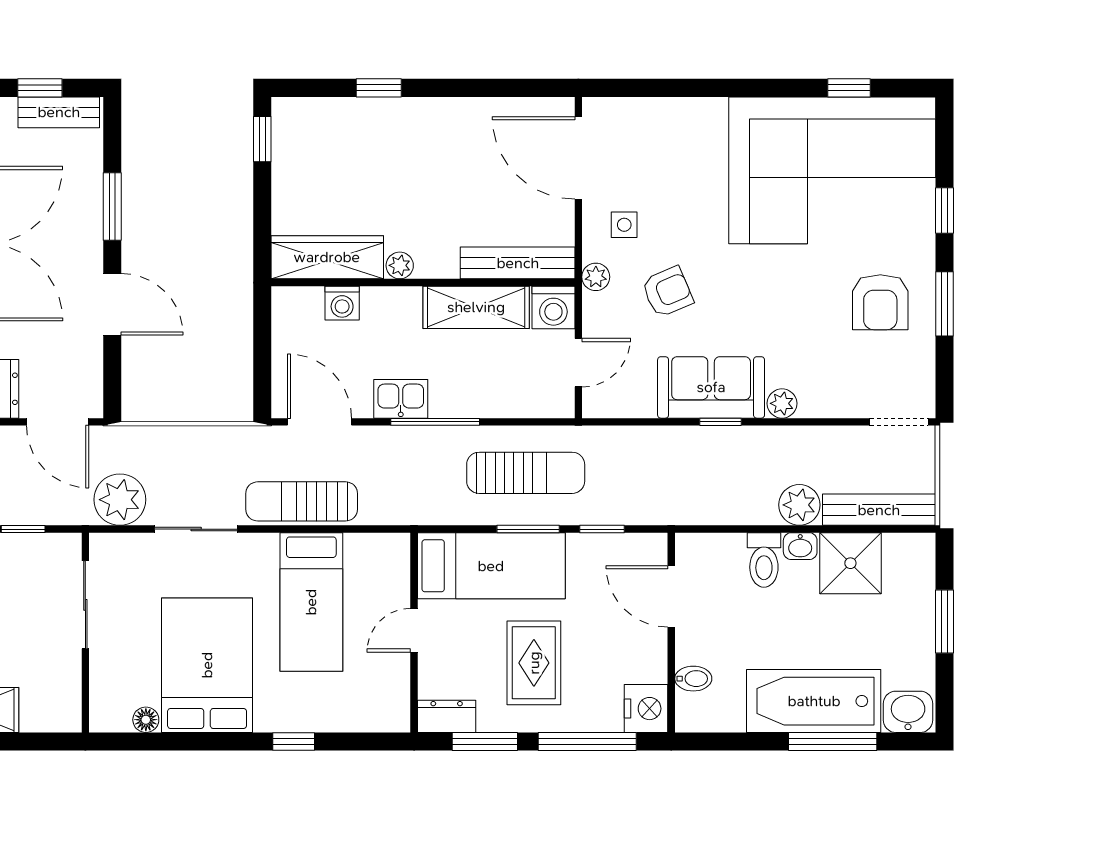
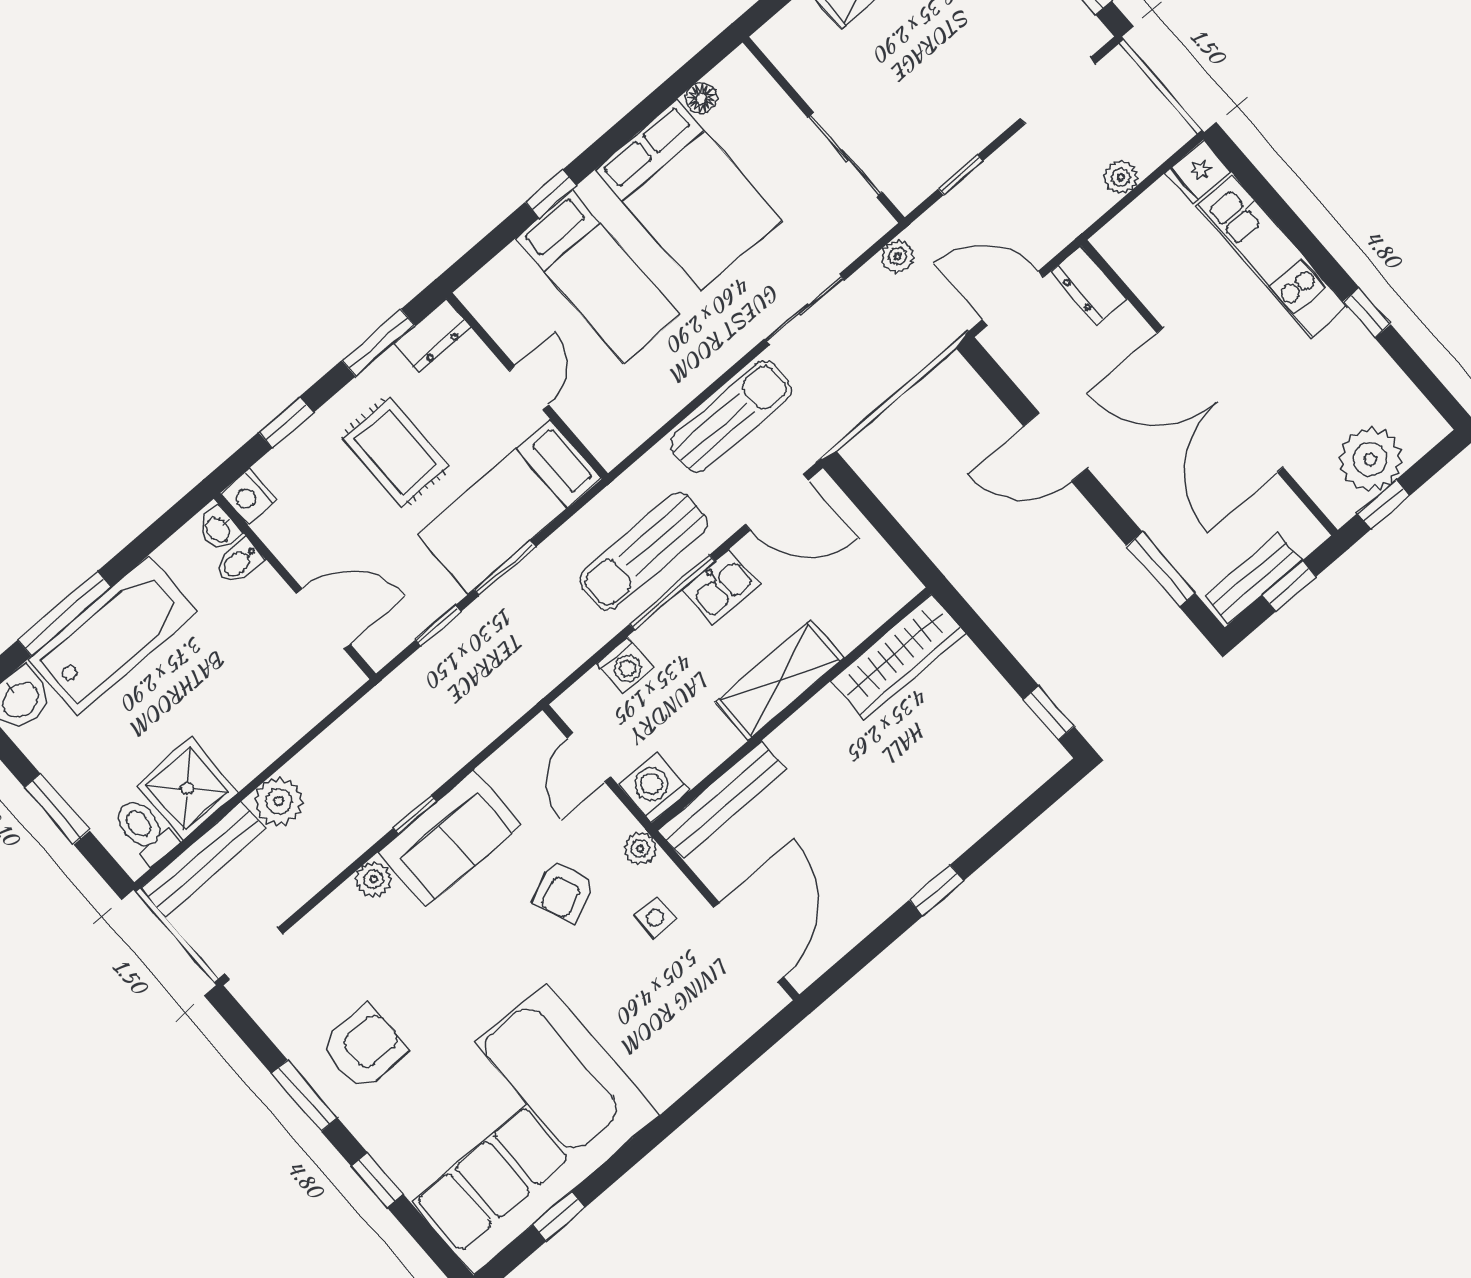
window: (379, 88) -> (936, 890), moved
door: (578, 158) -> (749, 942), hinge flipped
window: (112, 206) -> (1161, 569), moved
plant: (400, 265) -> (826, 706), removed
armchair: (880, 302) -> (364, 1047), turned 90
washing machine: (342, 303) -> (625, 666), moved, turned 180
shelving: (476, 307) -> (780, 680), moved
sun lounger: (526, 473) -> (644, 552), moved
plant: (120, 500) -> (898, 256), width x0.53, depth x0.53
washbasin: (800, 546) -> (219, 529), moved, turned -90
toilet: (764, 560) -> (145, 830), moved
bed: (311, 602) -> (598, 277), moved, turned 180
nightstand: (646, 709) -> (249, 496), width x0.74, depth x0.75
window: (587, 742) -> (286, 422), width x0.46

